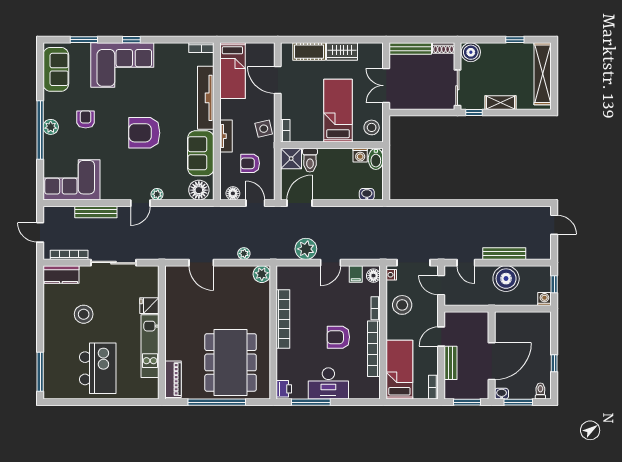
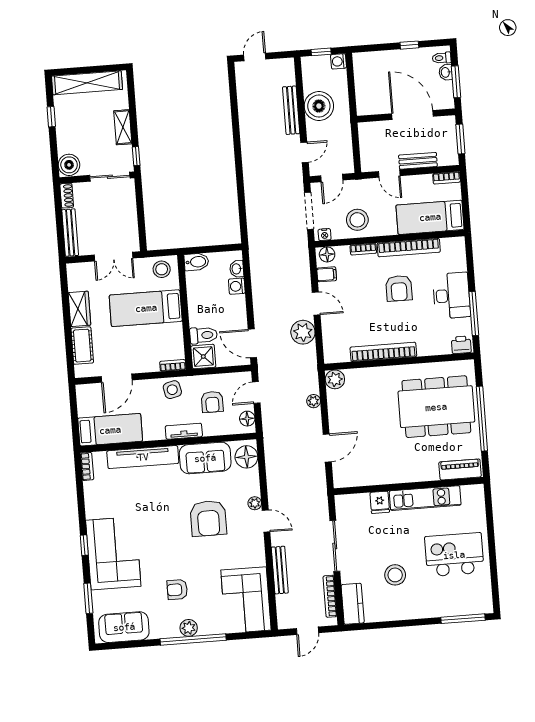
armchair: (144, 133) -> (208, 518), moved
washing machine: (360, 155) -> (237, 286), moved, turned 180
washbasin: (502, 394) -> (446, 72), moved

